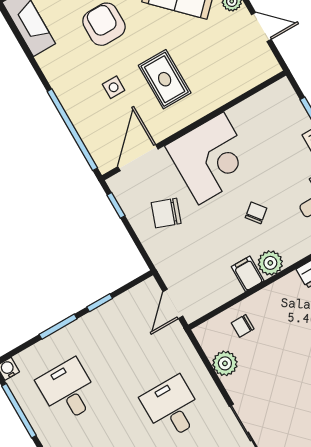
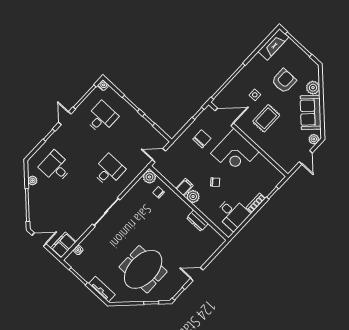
chair: (166, 213) -> (202, 139), turned 70
plant: (225, 363) -> (149, 177), moved

